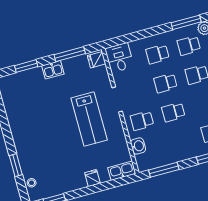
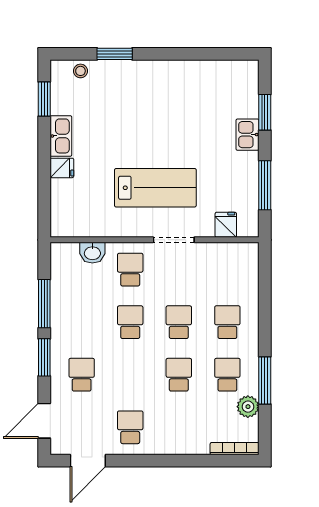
desk: (119, 58) -> (238, 261), removed
fridge: (97, 60) -> (226, 225), moved
kitchen sink: (53, 70) -> (247, 135), moved
lab bench: (89, 119) -> (155, 188), turned 180
window: (164, 170) -> (44, 304), moved
kitchen sink: (122, 171) -> (61, 136), moved

